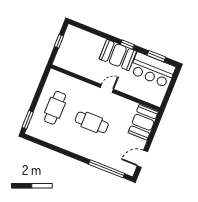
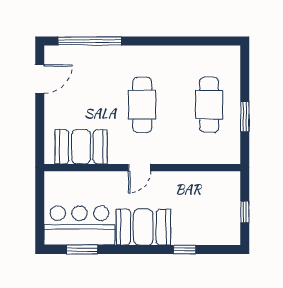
window: (127, 45) -> (185, 249), moved
window: (28, 120) -> (245, 117), moved
cafe table: (92, 122) -> (142, 105), turned 90
booth: (143, 122) -> (81, 147), moved, turned 90

